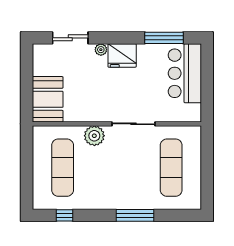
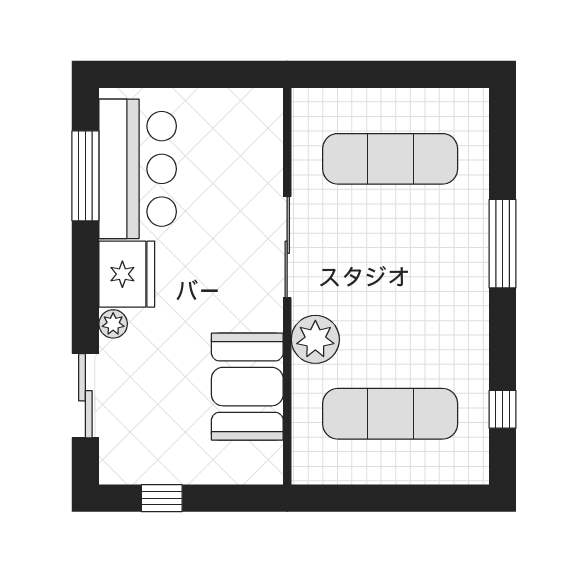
window: (27, 70) -> (162, 498), added
bar counter: (185, 73) -> (138, 169), moved, turned -90
booth: (48, 99) -> (247, 387), moved, turned 90

